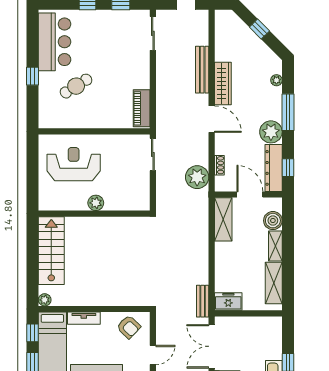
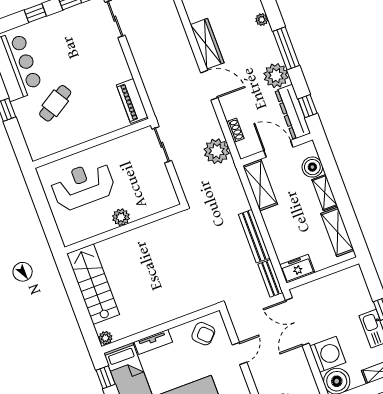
bench: (202, 70) -> (254, 236), moved

